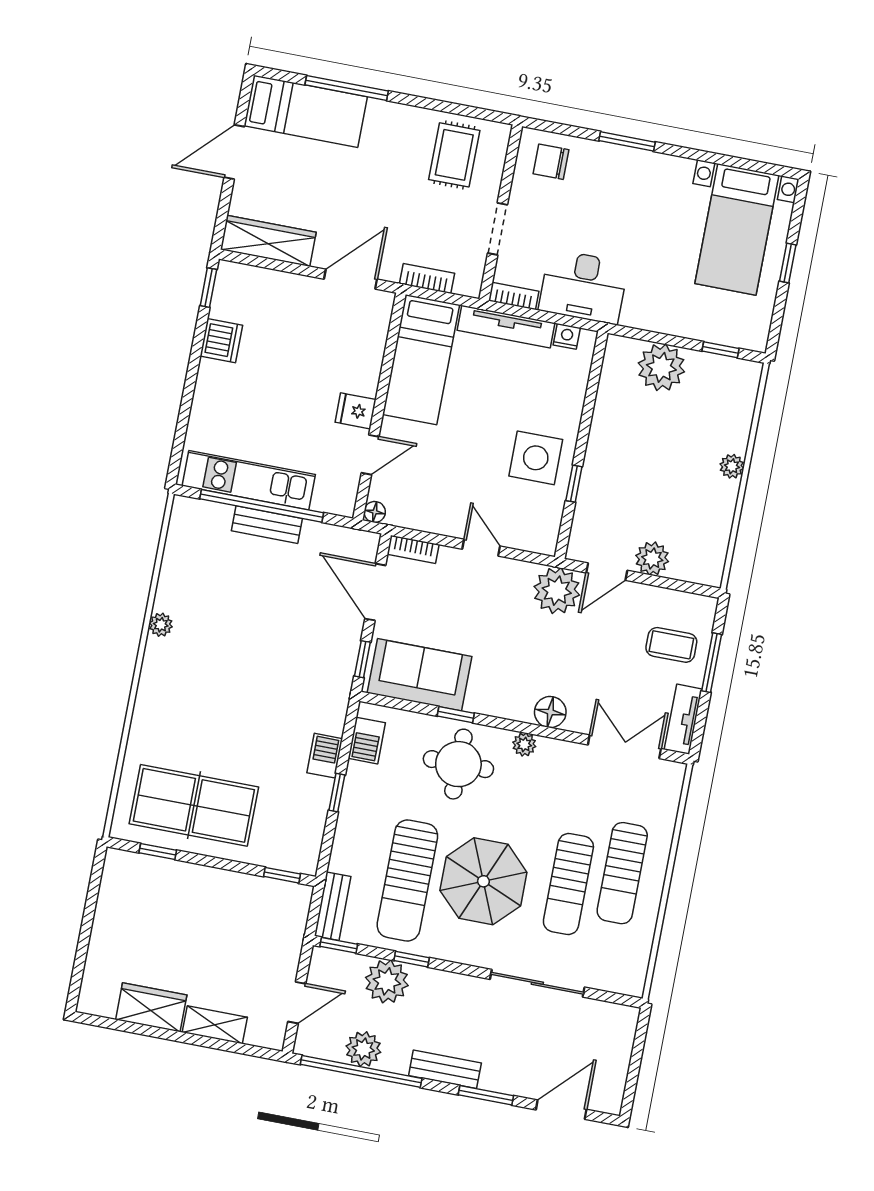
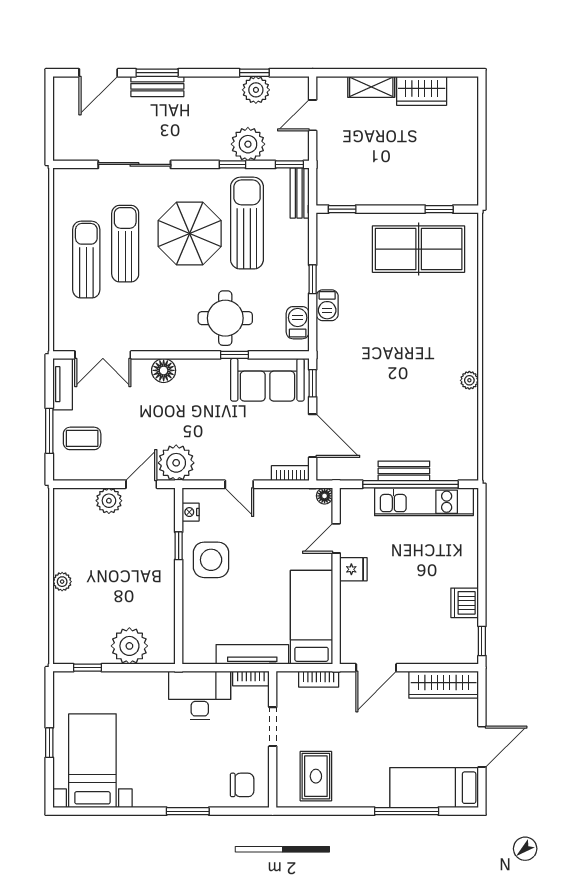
nightstand: (567, 336) -> (191, 512), moved, turned 90
plant: (524, 744) -> (179, 342), removed
bench: (445, 1069) -> (157, 86), moved
window: (361, 1071) -> (254, 73), width x0.32

